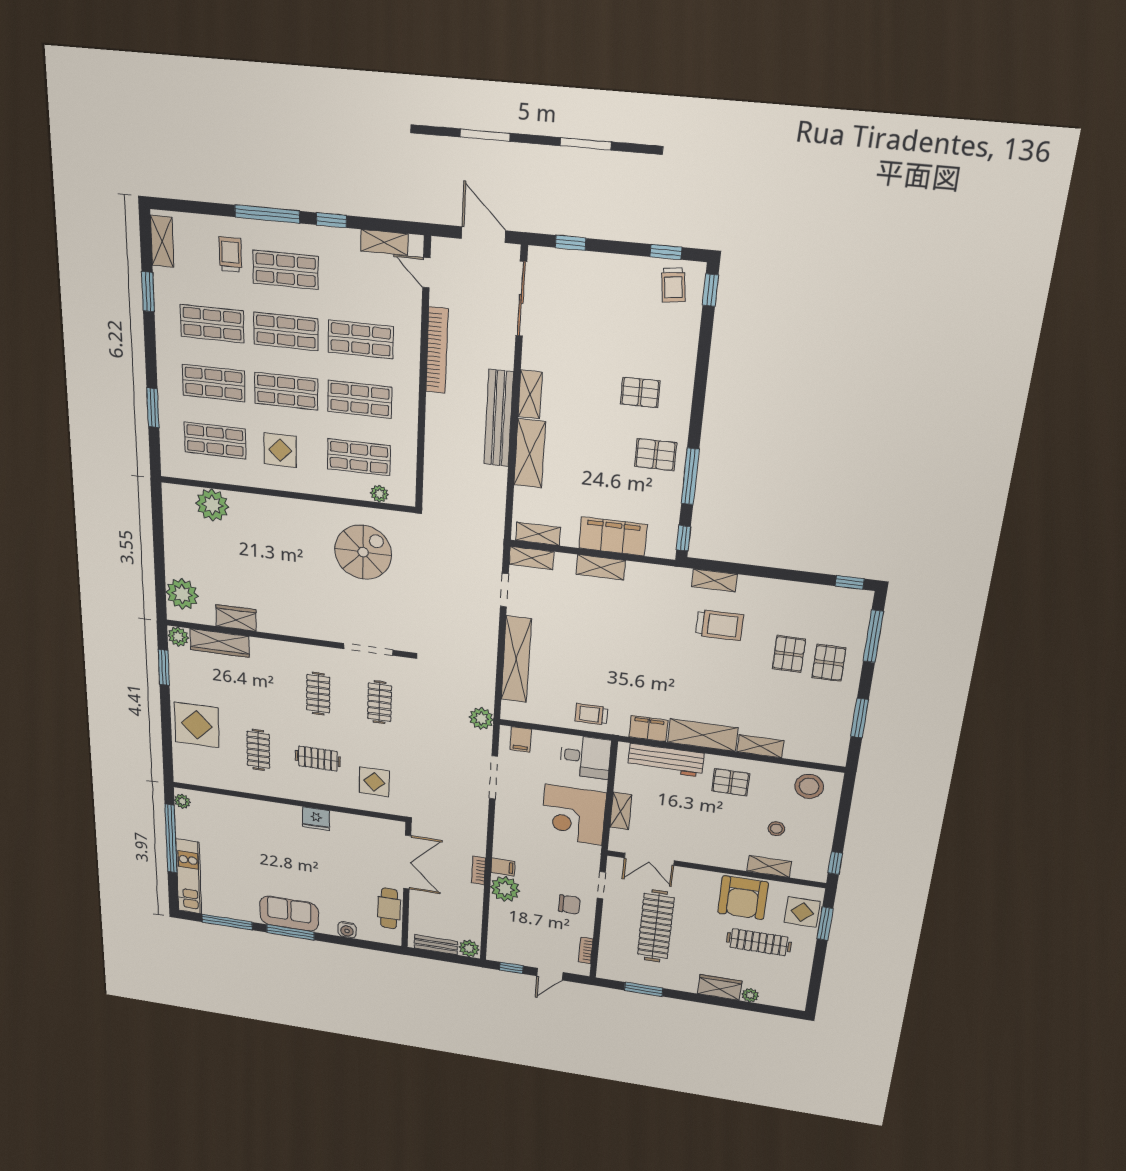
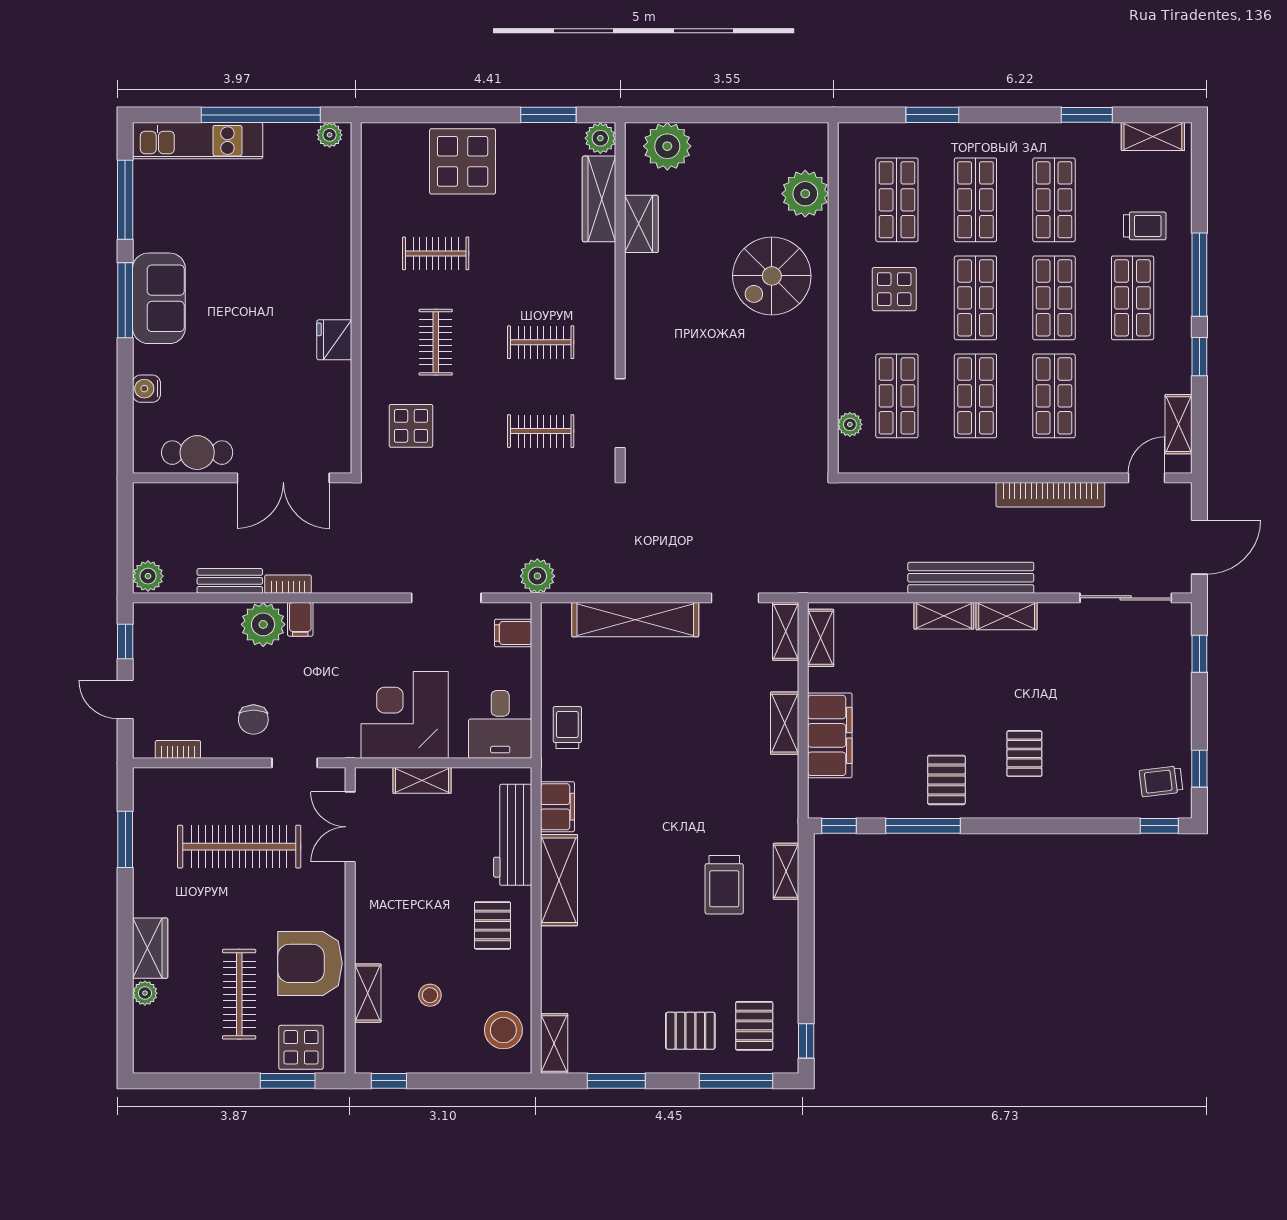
shelving: (530, 453) -> (944, 616), width x0.67, depth x0.75
spiral stairs: (363, 552) -> (772, 276), moved, turned 90
pallet: (789, 654) -> (754, 1026), moved, turned 90
shelving: (760, 746) -> (554, 1043), moved
bench: (436, 945) -> (230, 581), moved, turned 90

